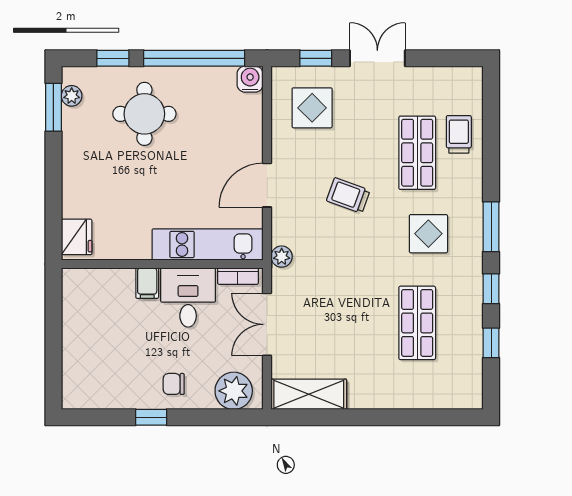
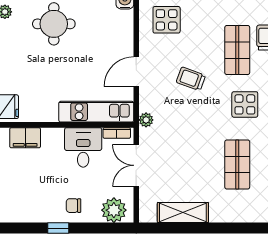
filing cabinet: (147, 283) -> (25, 138), moved, width x2.00
shelving: (309, 394) -> (183, 213), moved

